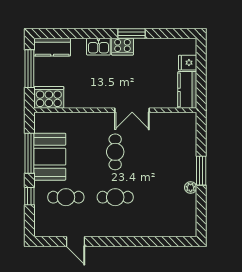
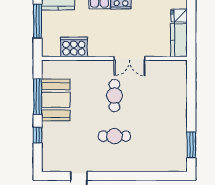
cooker: (49, 97) -> (74, 47), moved
window: (201, 171) -> (191, 145), moved
plant: (191, 188) -> (182, 128), removed
cafe table: (66, 197) -> (70, 136), removed

